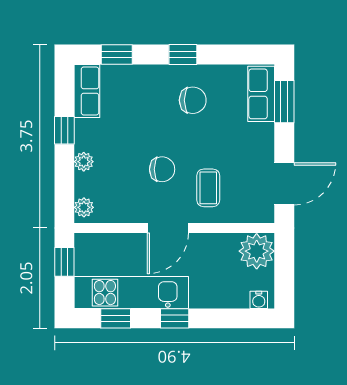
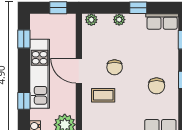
kitchen unit: (131, 293) -> (40, 74), moved
window: (175, 318) -> (24, 101), moved

